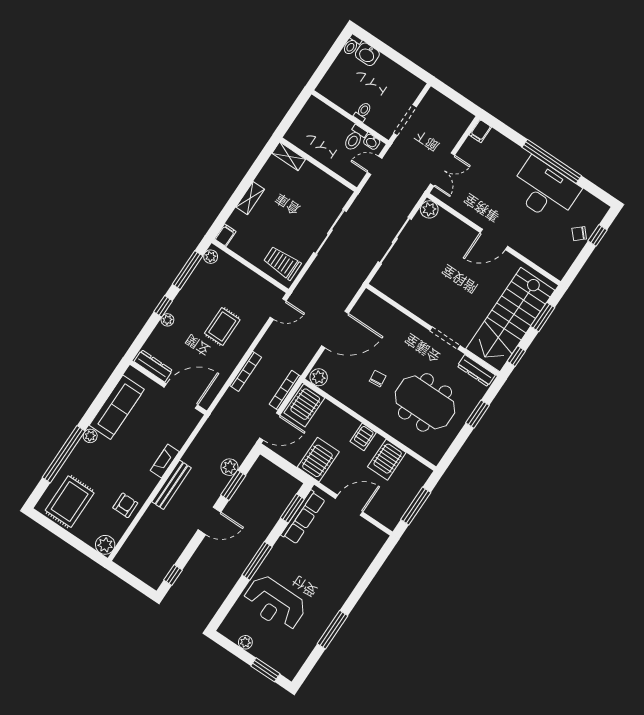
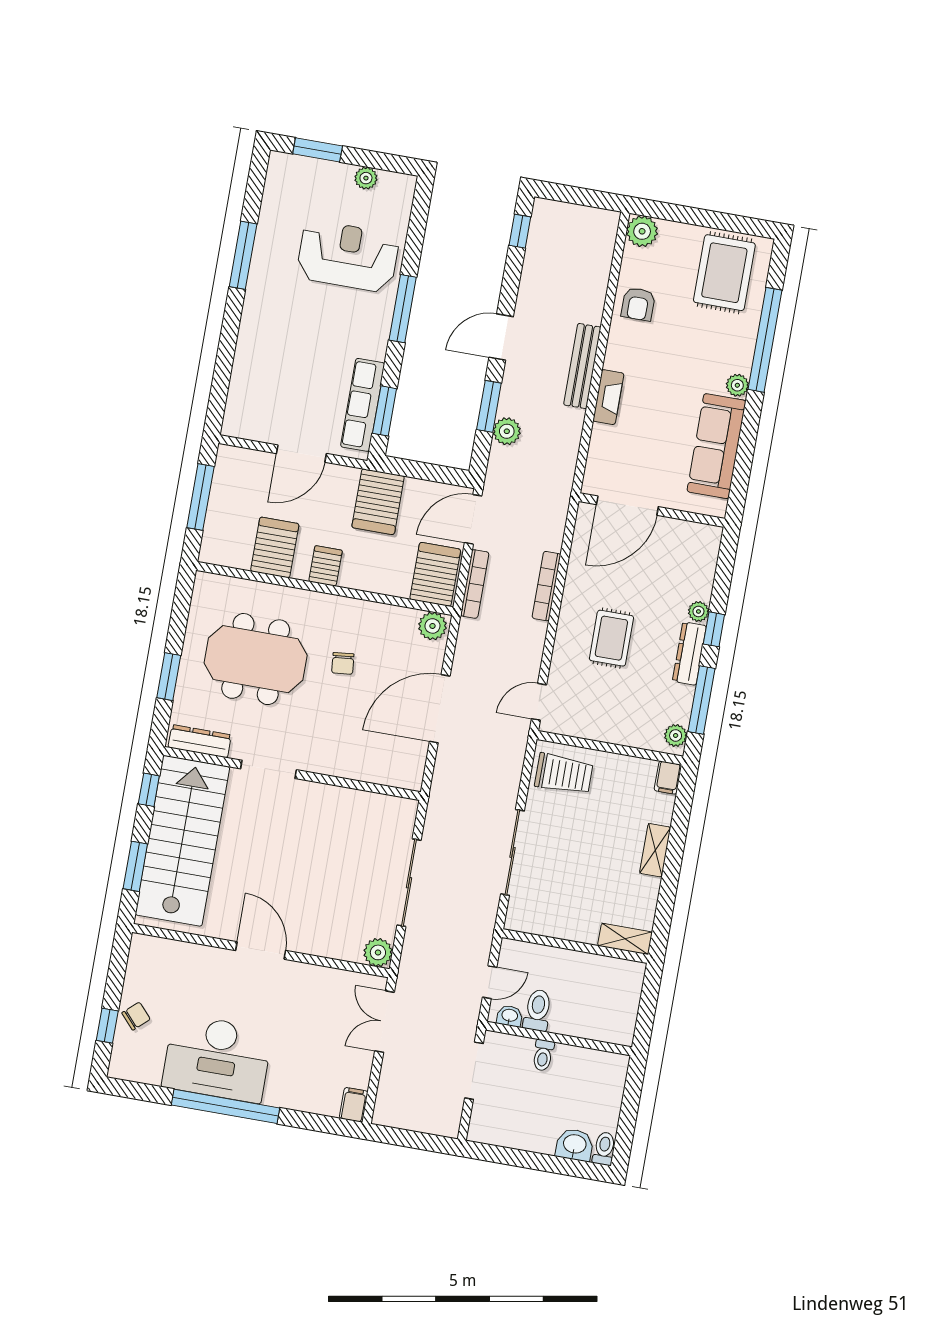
door: (494, 239) -> (261, 951), hinge flipped
dresser: (153, 366) -> (689, 653), moved, turned 90

